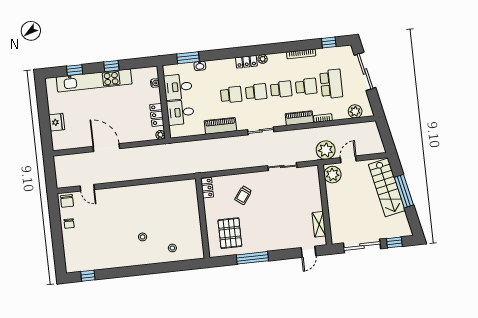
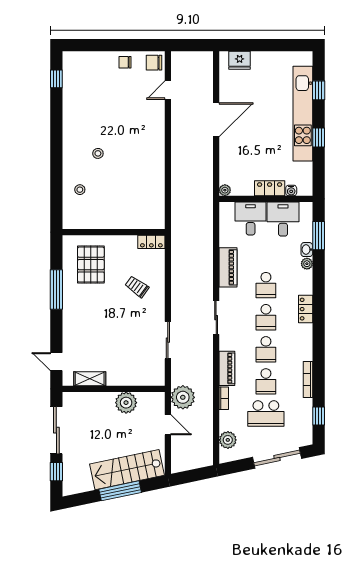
plant: (263, 59) -> (307, 264), moved
locker: (157, 115) -> (270, 188), moved
fridge: (57, 122) -> (240, 60), moved
plant: (333, 175) -> (126, 403), moved
pallet: (230, 233) -> (91, 265), turned 90

